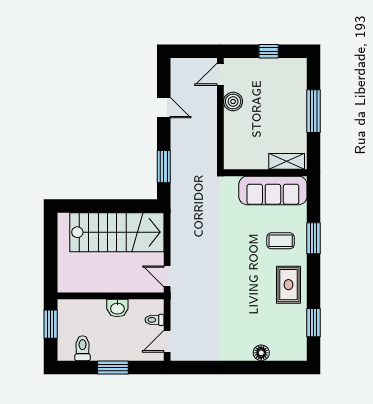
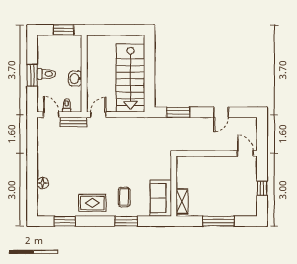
boiler: (233, 102) -> (225, 163), removed
sofa: (273, 190) -> (161, 198), width x0.73
bench: (177, 310) -> (74, 122), added
toilet: (83, 348) -> (46, 74), moved

